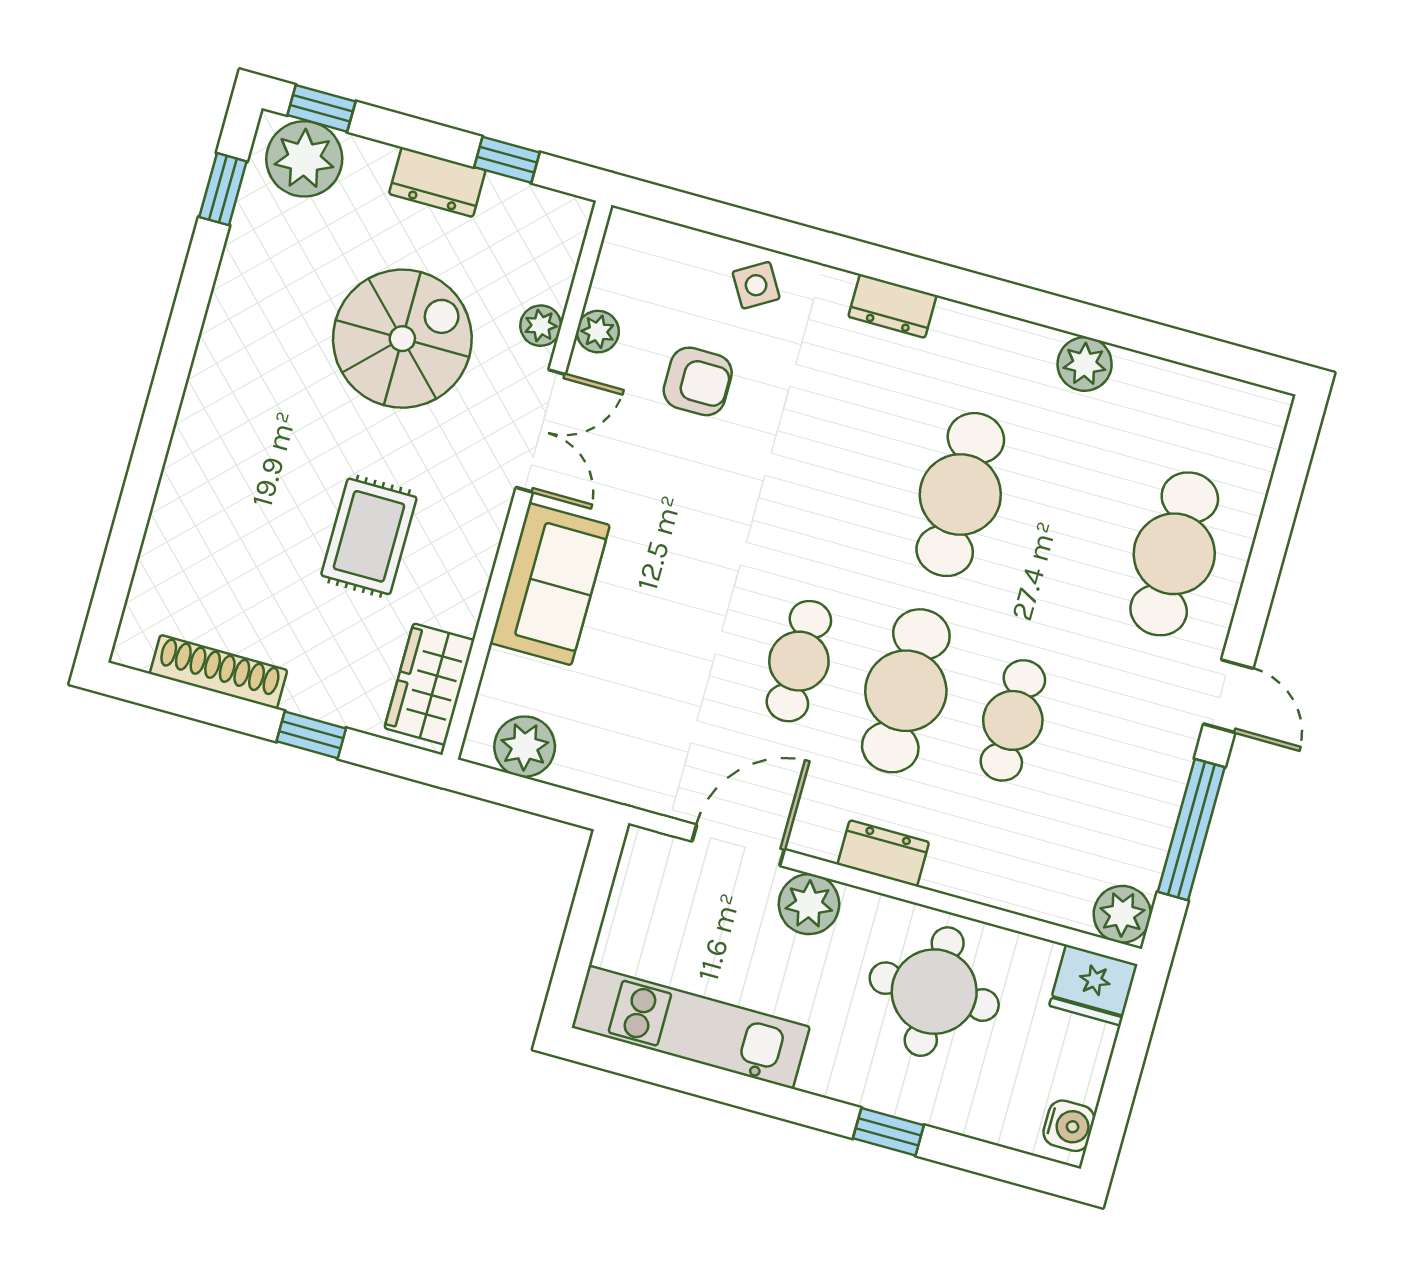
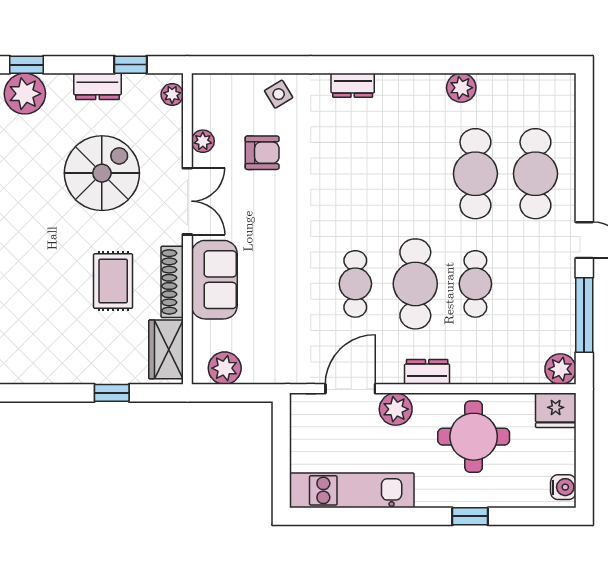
plant: (541, 326) -> (172, 95), moved
cafe table: (960, 495) -> (475, 174), moved
shoe rack: (218, 672) -> (172, 282), moved, turned -90

